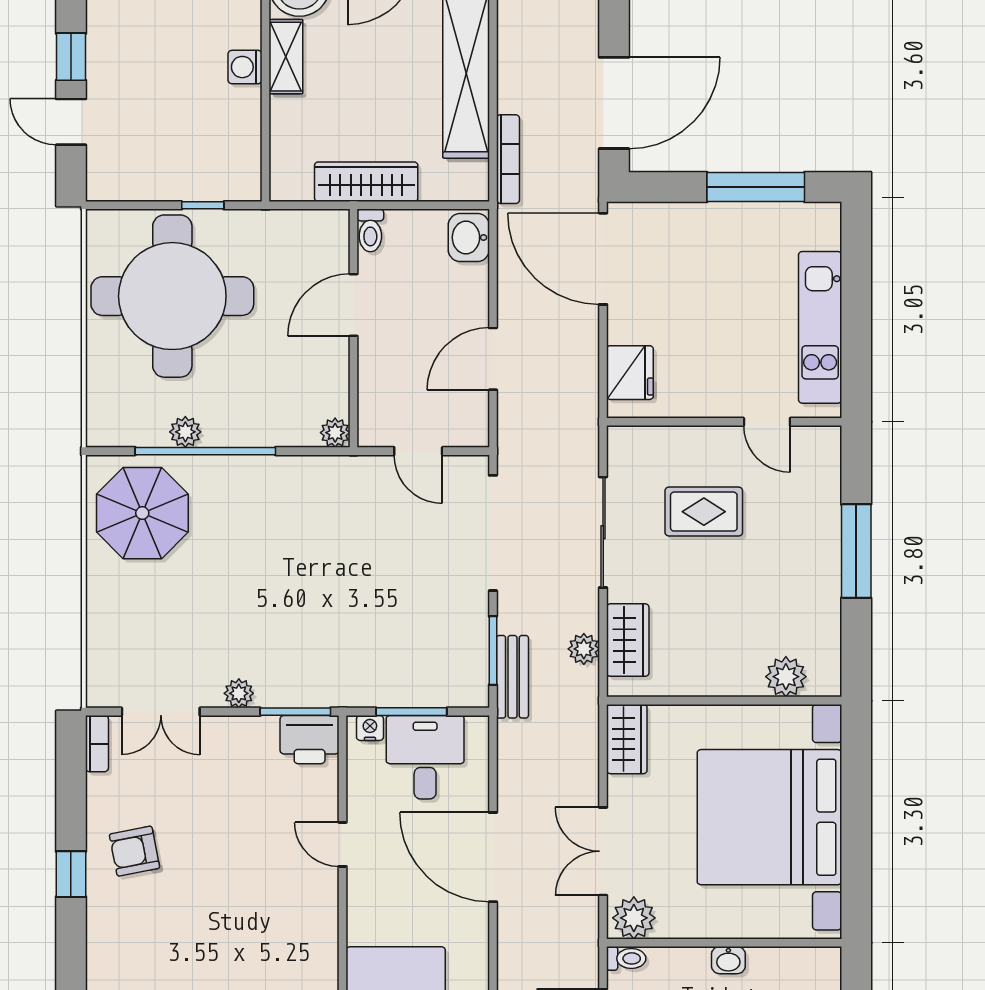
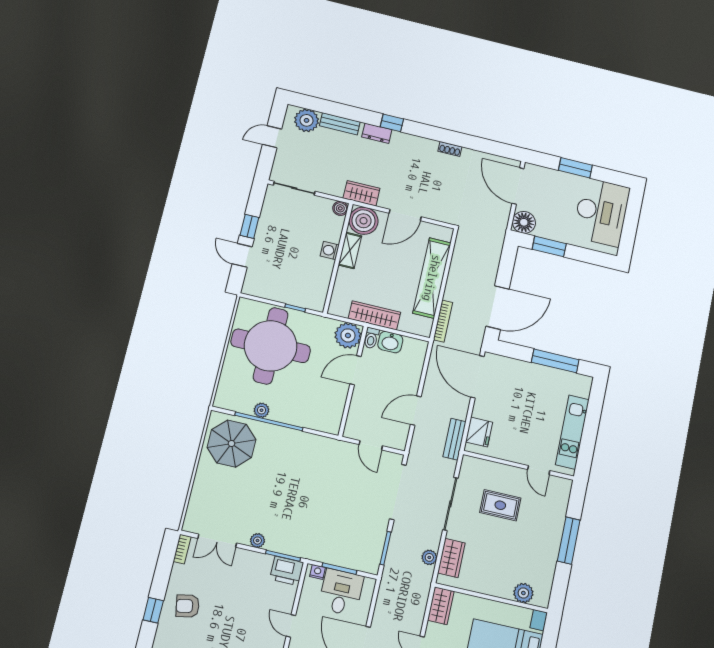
washbasin: (469, 238) -> (390, 342), moved, turned -90
plant: (335, 433) -> (348, 335), moved, width x1.87, depth x1.87
bench: (512, 677) -> (454, 439), moved

